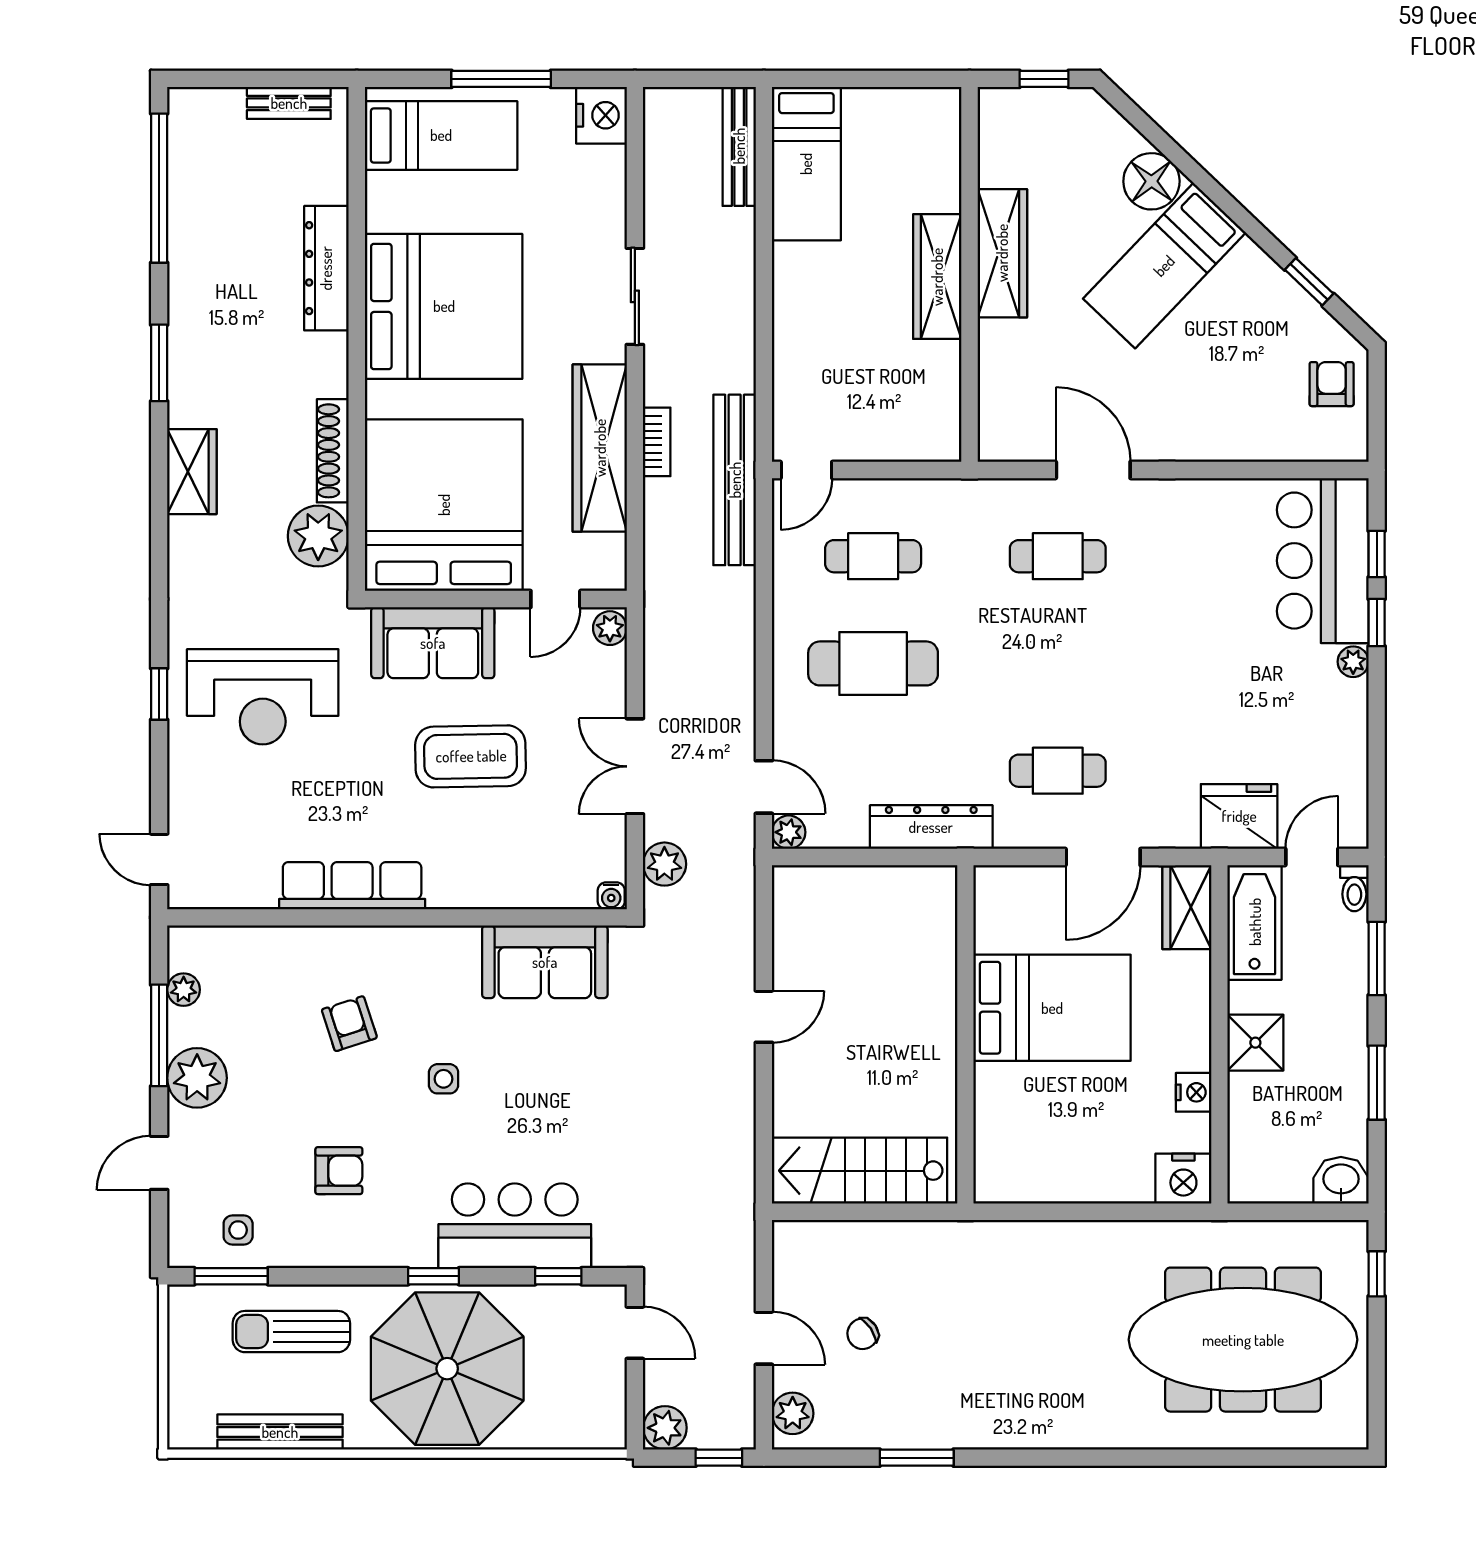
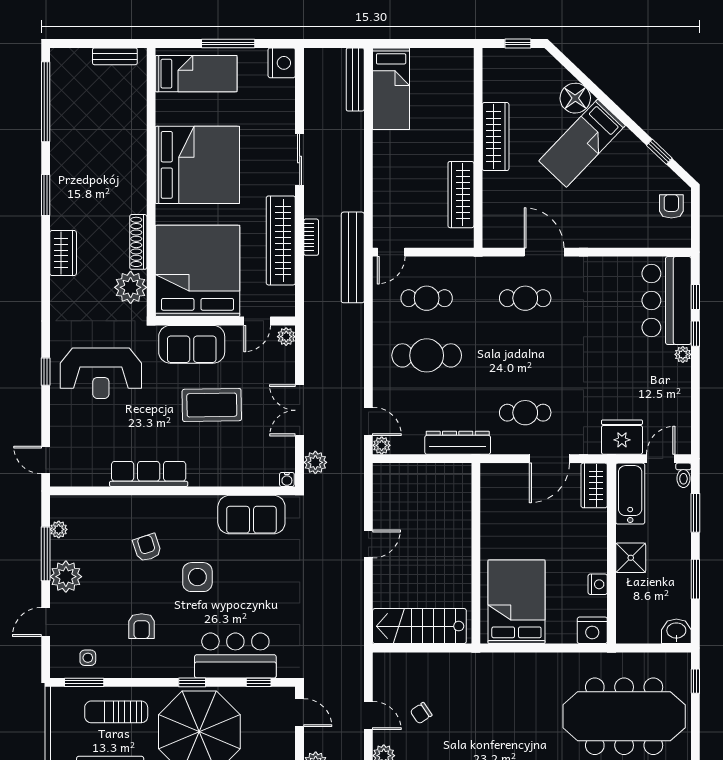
dresser: (326, 268) -> (135, 144), removed
wardrobe: (937, 277) -> (461, 195), moved
bed: (1052, 1008) -> (516, 602), moved, turned -90
side table: (444, 1079) -> (197, 577), width x1.87, depth x1.87
armchair: (339, 1171) -> (142, 626), turned 90

